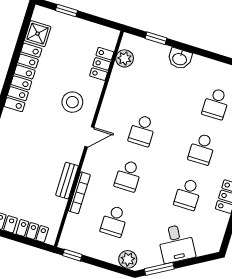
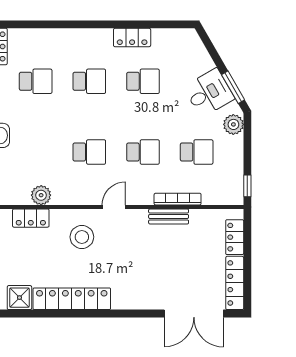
plant: (125, 58) -> (41, 195), moved
door: (89, 137) -> (114, 207), hinge flipped
desk: (176, 243) -> (209, 93), moved

